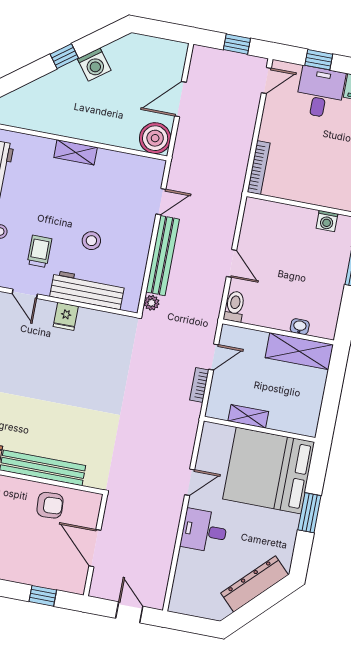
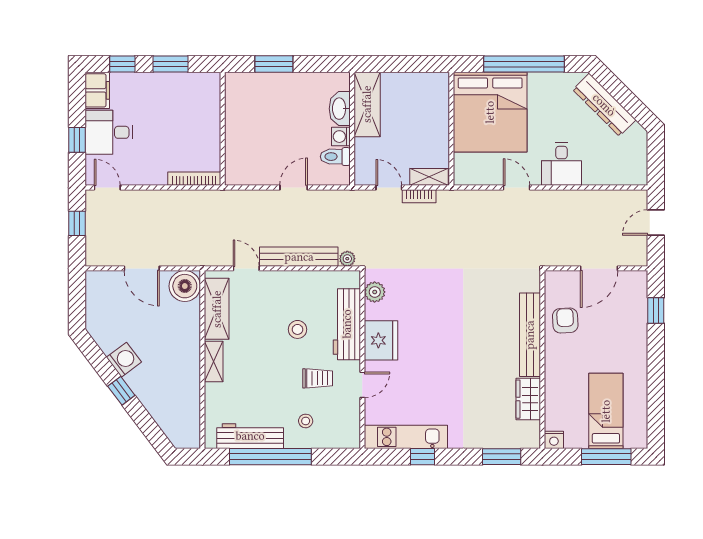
shelving: (127, 165) -> (217, 309), added
washing machine: (327, 221) -> (341, 137), moved, turned 180
trolley: (40, 251) -> (318, 378), turned 180
toilet: (235, 306) -> (335, 157), moved
fridge: (66, 316) -> (381, 340), width x1.88, depth x1.34
plant: (114, 323) -> (375, 292), added
washbasin: (300, 327) -> (340, 109), width x1.91, depth x1.45
shelving: (248, 416) -> (429, 177), moved, turned 90
window: (309, 513) -> (524, 64), width x2.11

